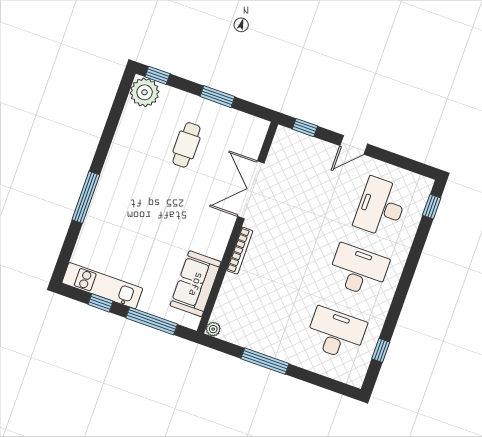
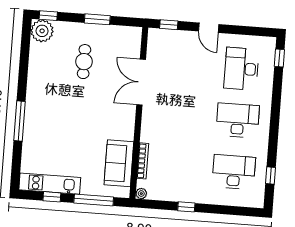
door: (354, 145) -> (209, 28), hinge flipped
bookcase: (240, 251) -> (143, 161), moved
window: (265, 361) -> (186, 207), width x0.46

